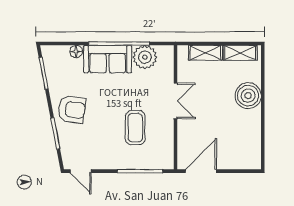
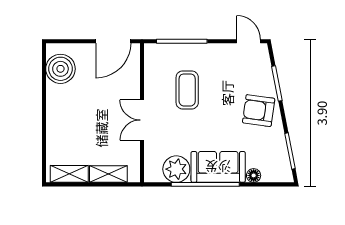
boiler: (248, 96) -> (60, 69), moved

